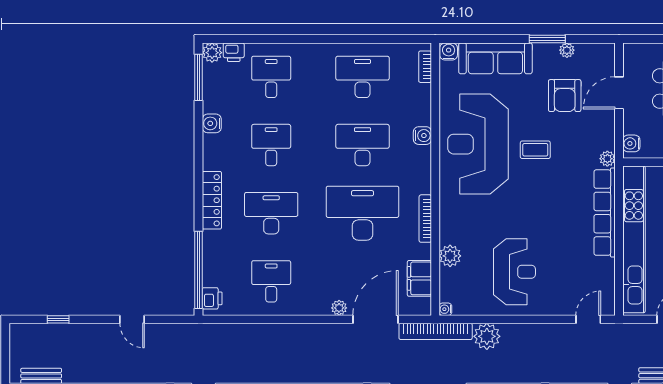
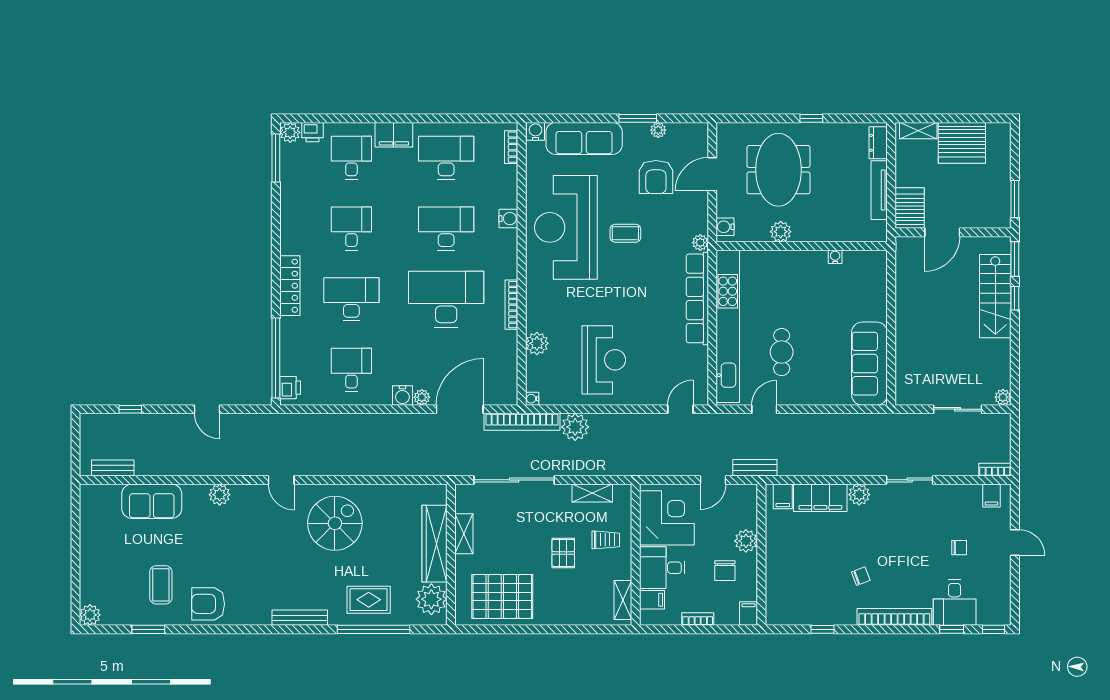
water cooler: (212, 123) -> (402, 395), moved, turned -90
filing cabinet: (419, 278) -> (394, 135), moved, turned -90

